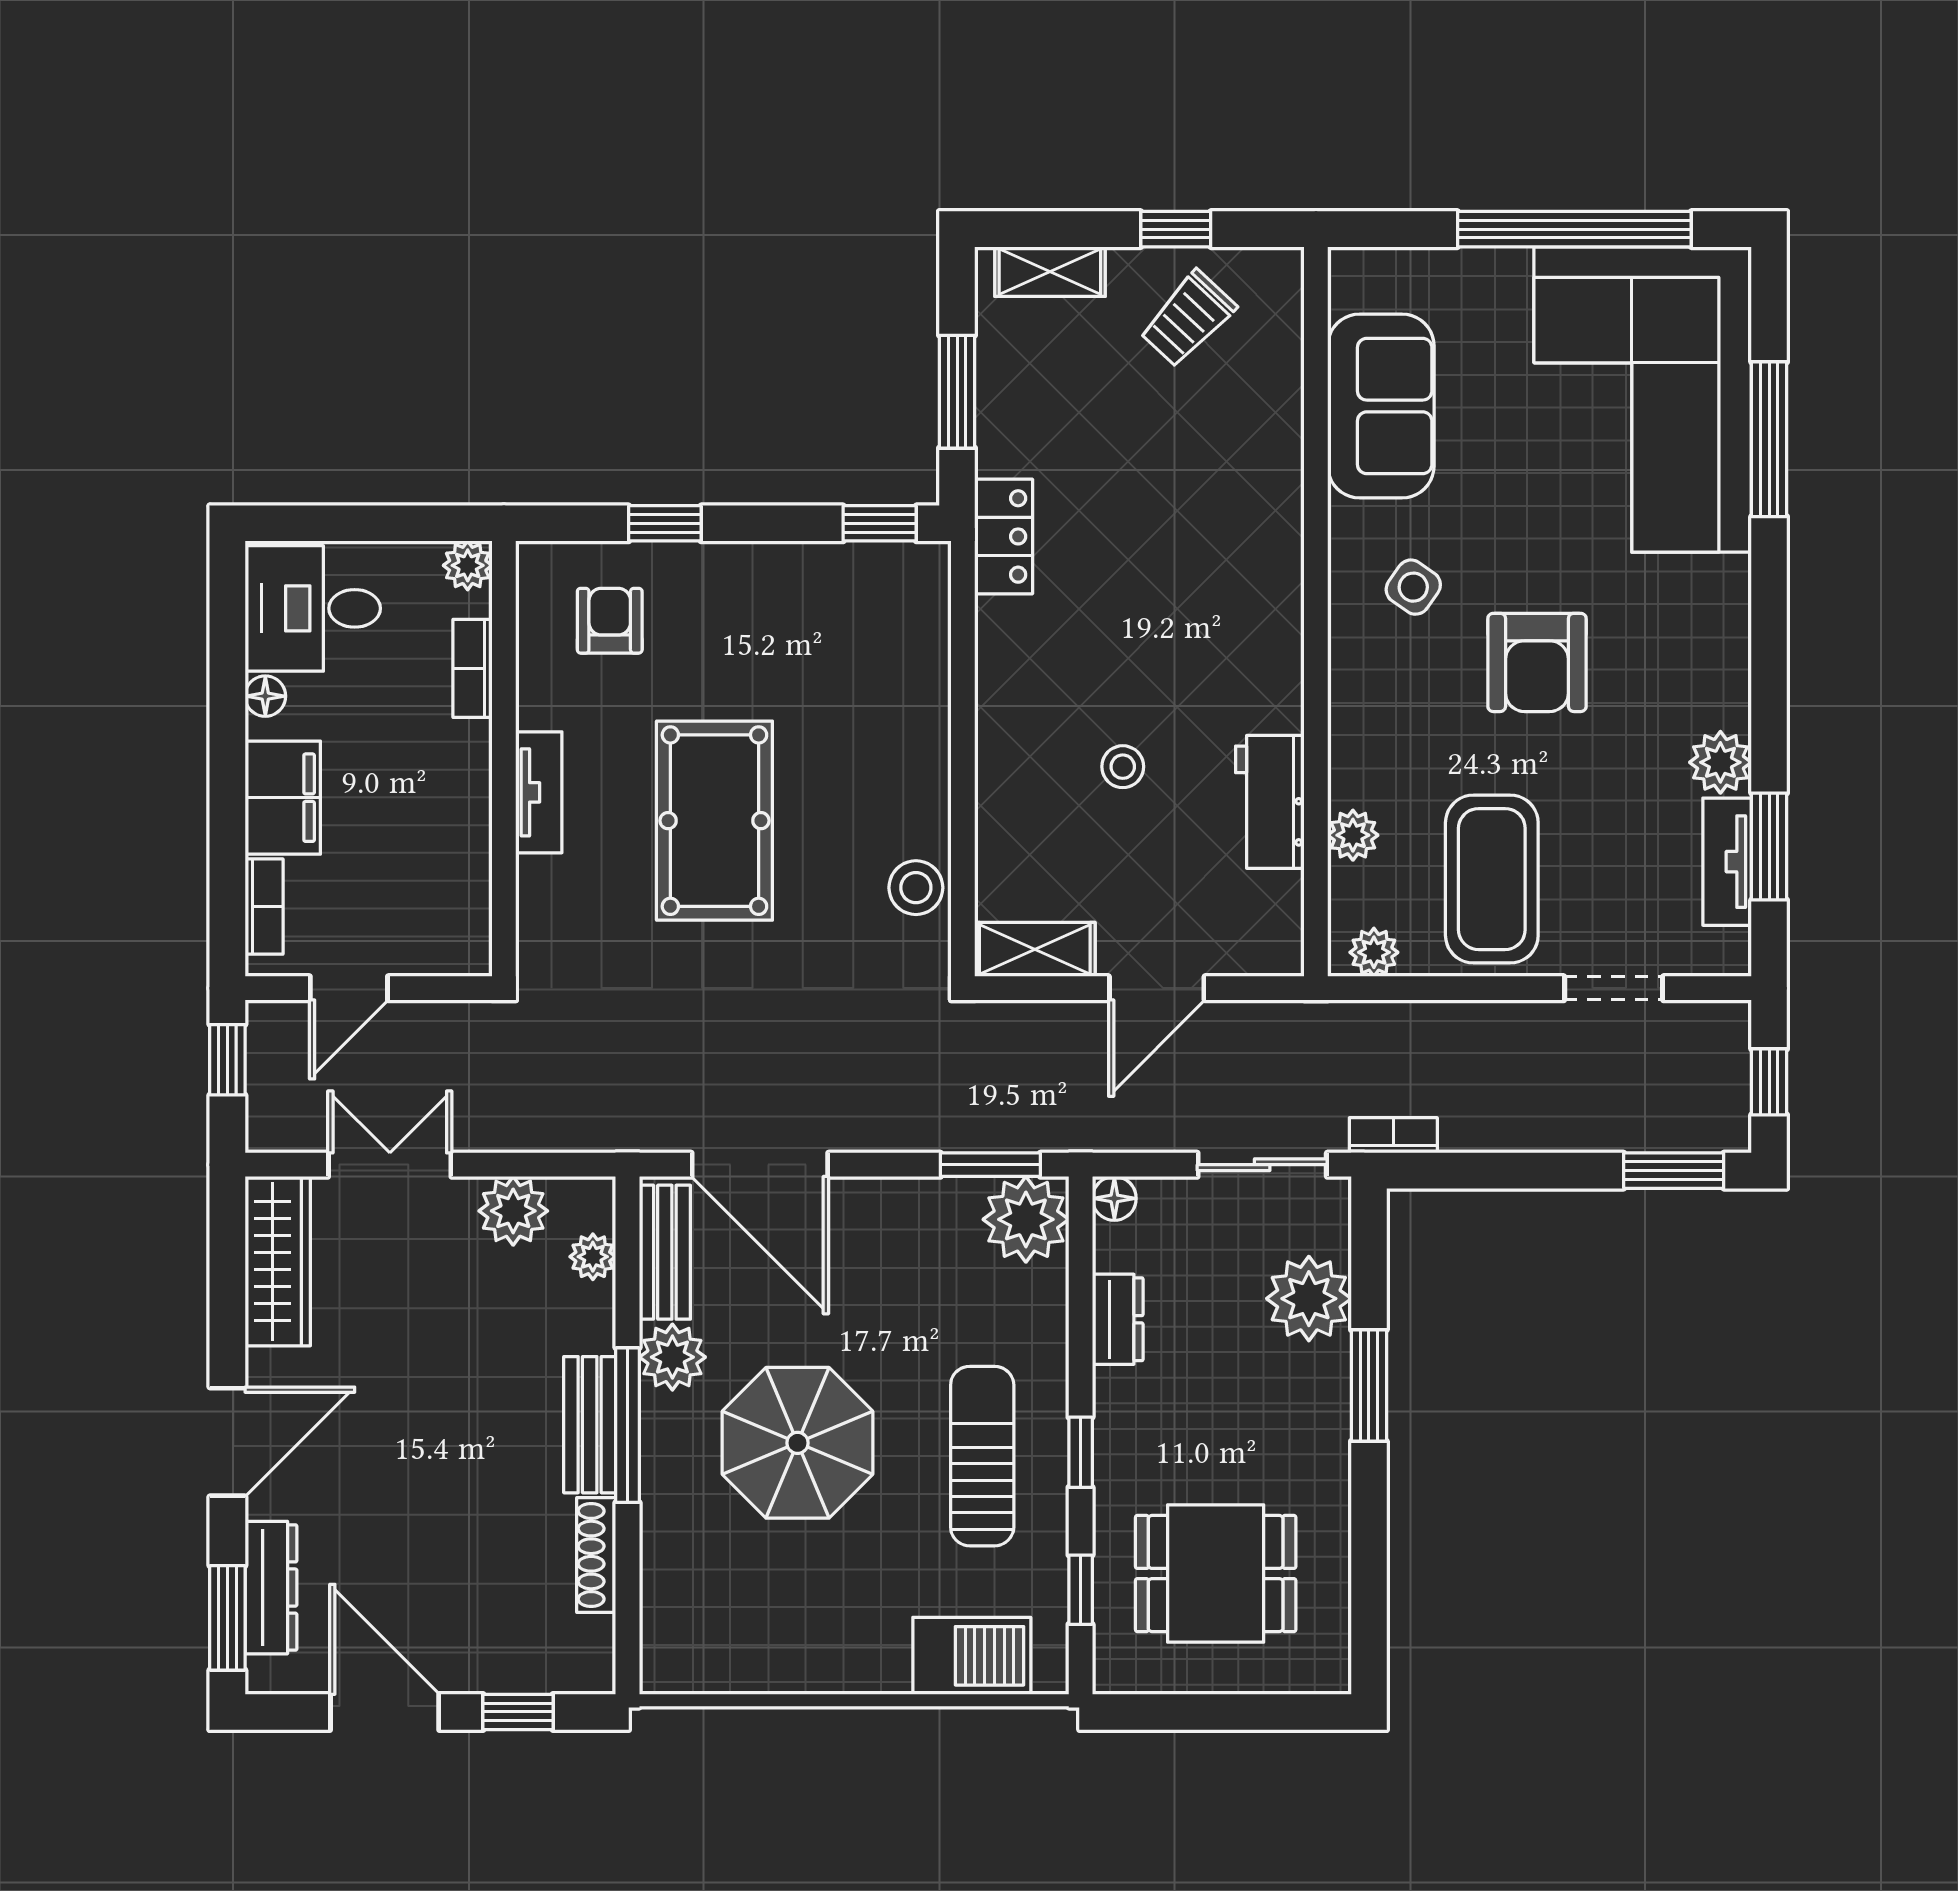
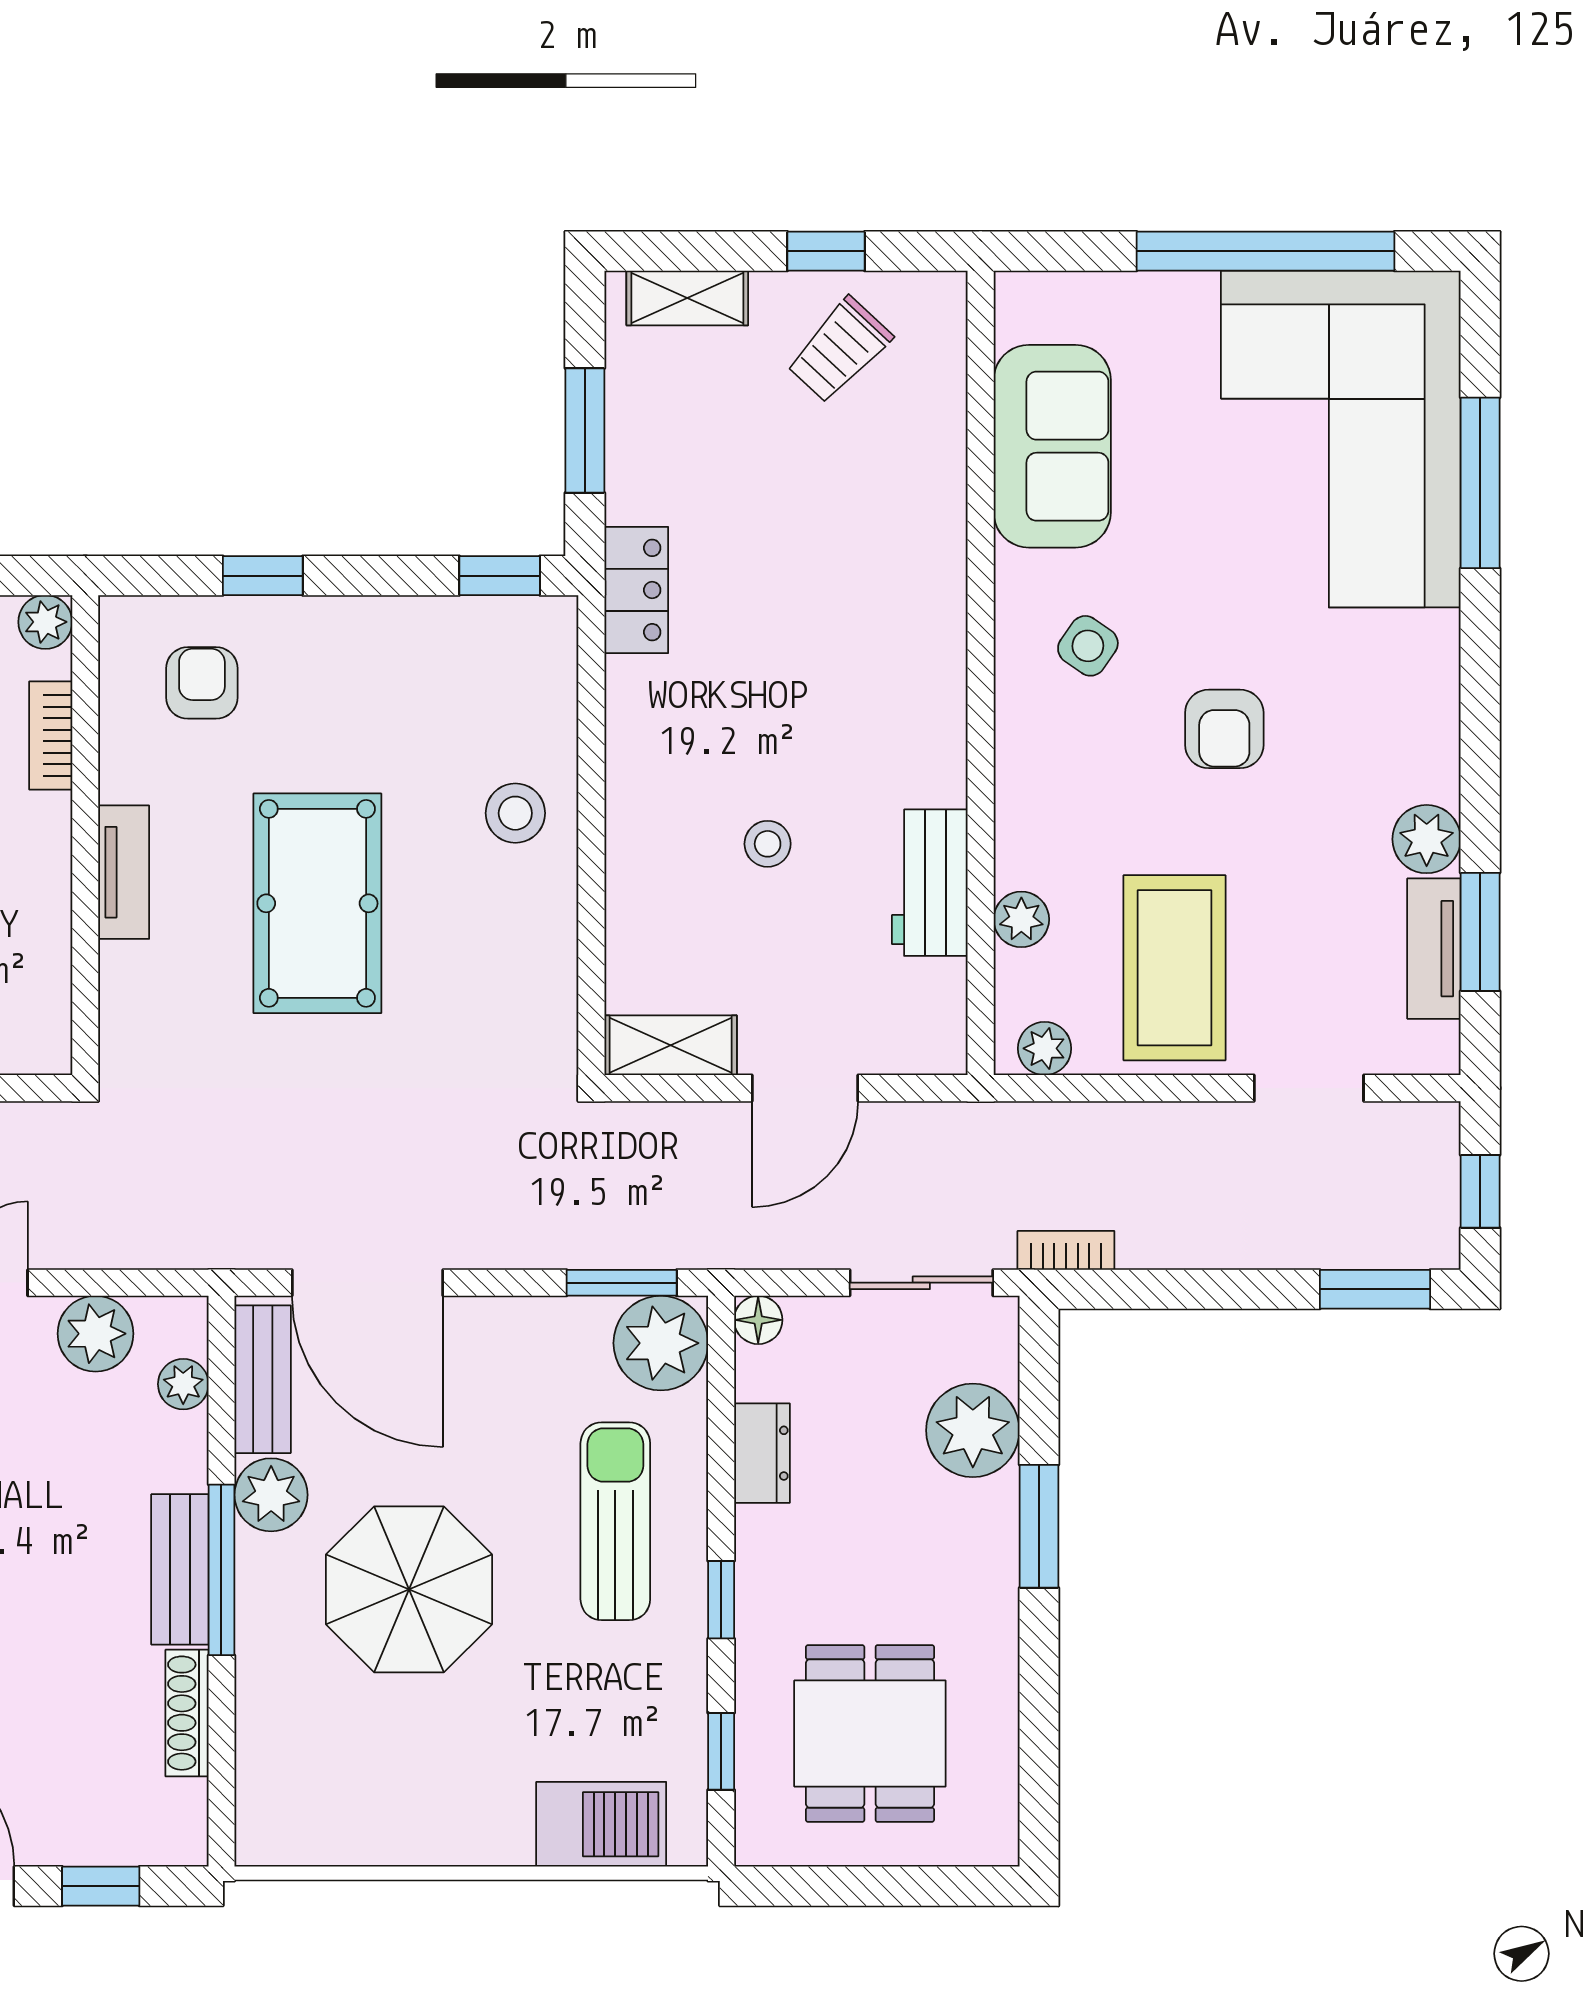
armchair: (1537, 662) -> (1224, 729), width x0.72, depth x0.72
stool: (916, 888) -> (515, 813), moved
sun lounger: (982, 1456) -> (615, 1521), moved
dining table: (1216, 1574) -> (870, 1733), turned 90

